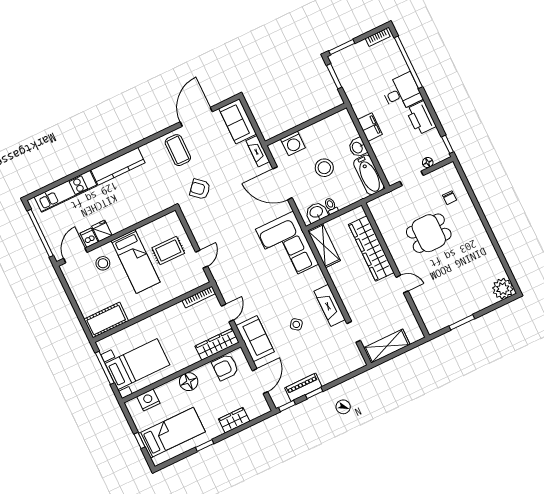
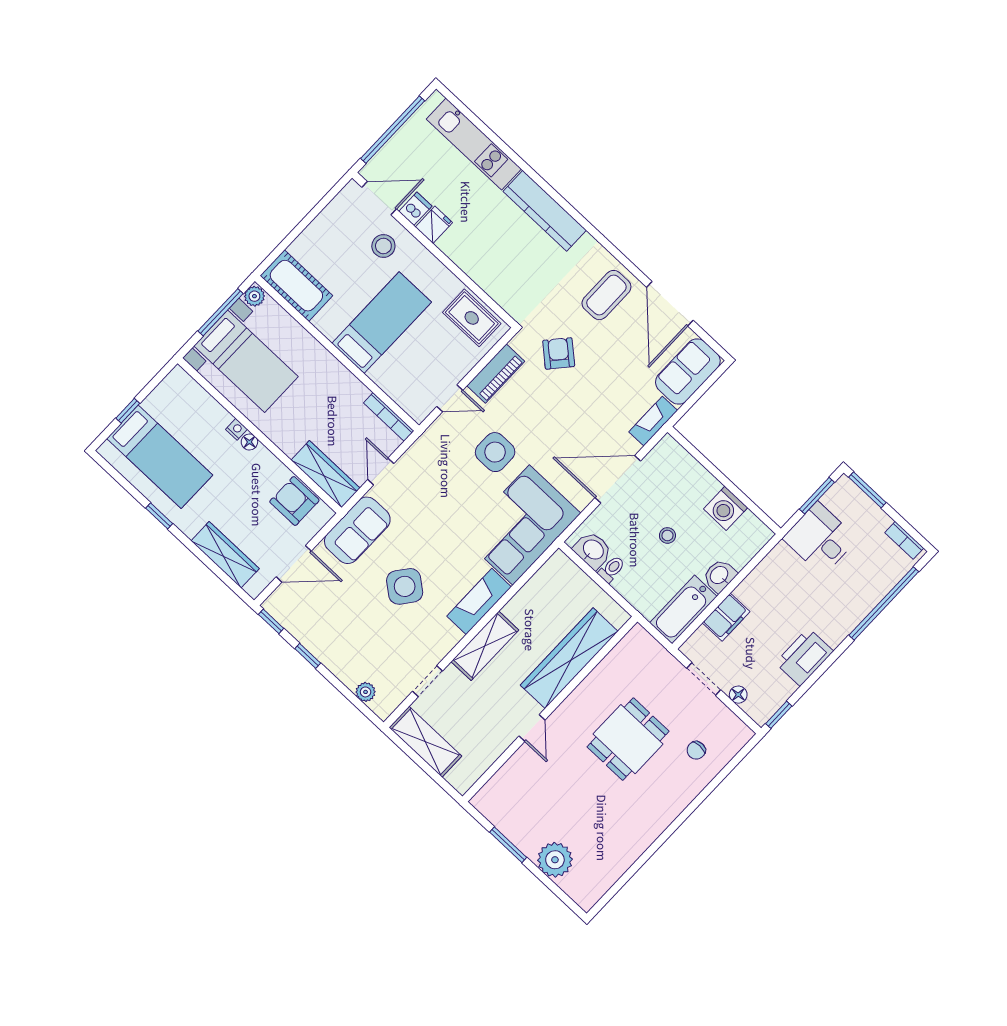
desk: (402, 92) -> (820, 539), moved, turned 180
door: (196, 117) -> (670, 304), swing flipped
filing cabinet: (370, 127) -> (726, 617), moved
washing machine: (293, 143) -> (726, 508), moved
stool: (324, 168) -> (667, 535), width x0.53, depth x0.53
door: (282, 183) -> (618, 479), hinge flipped
dining table: (429, 233) -> (628, 739), turned 90
side table: (241, 245) -> (495, 452), added
shelving: (324, 246) -> (485, 646), moved
rug: (168, 250) -> (472, 318), moved
bed: (136, 261) -> (382, 323), moved, turned 180
plant: (503, 289) -> (555, 860), moved
fireplace: (330, 305) -> (479, 601), moved
door: (227, 313) -> (381, 471), swing flipped
side table: (296, 324) -> (405, 586), width x1.87, depth x1.87
plant: (103, 346) -> (254, 296), added
plant: (346, 369) -> (366, 692), added
floor lamp: (189, 382) -> (249, 442), width x0.53, depth x0.53
piano: (303, 387) -> (496, 373), moved, turned 90
nightstand: (148, 400) -> (237, 429), moved, width x0.53, depth x0.56
wardrobe: (234, 420) -> (225, 555), width x1.50

